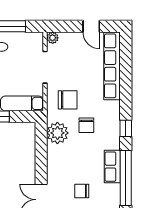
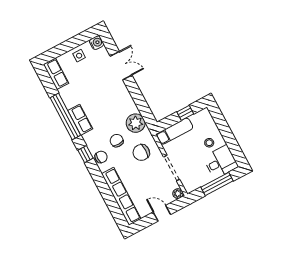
door: (91, 26) -> (162, 213), moved
chair: (82, 191) -> (101, 157), moved

